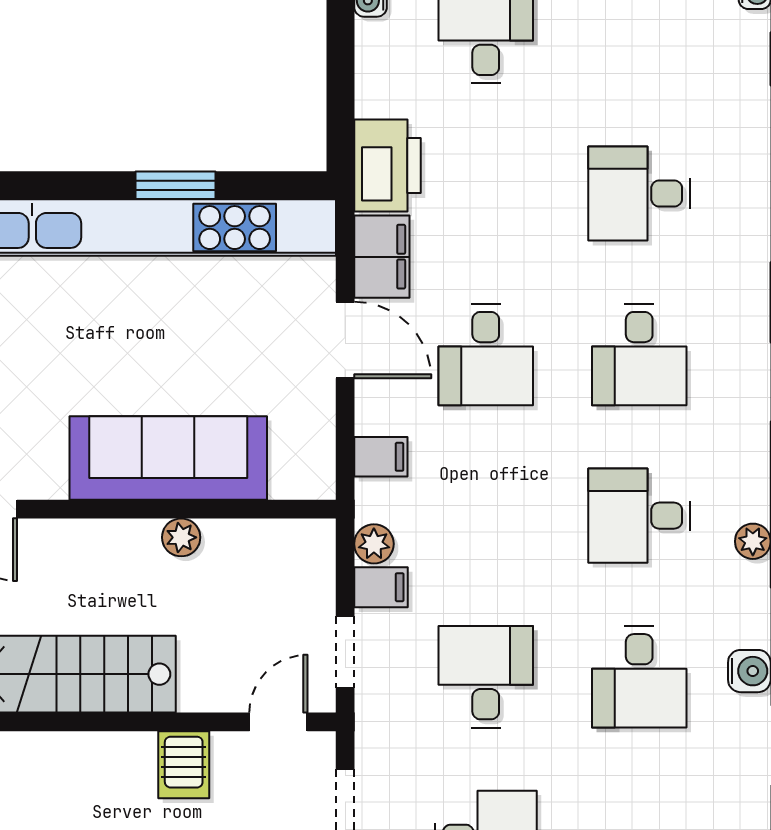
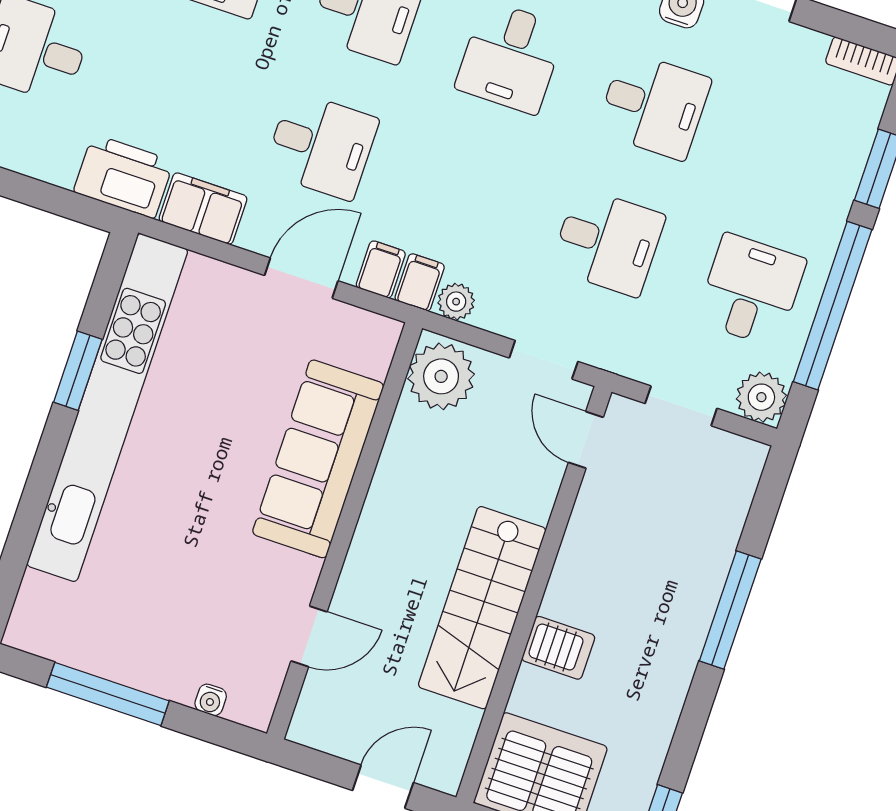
door: (345, 340) -> (301, 278), moved
plant: (181, 537) -> (441, 376), moved, width x1.87, depth x1.87
filing cabinet: (381, 587) -> (420, 282), moved
desk: (486, 677) -> (608, 242), turned 180
server rack: (184, 765) -> (558, 648), moved

